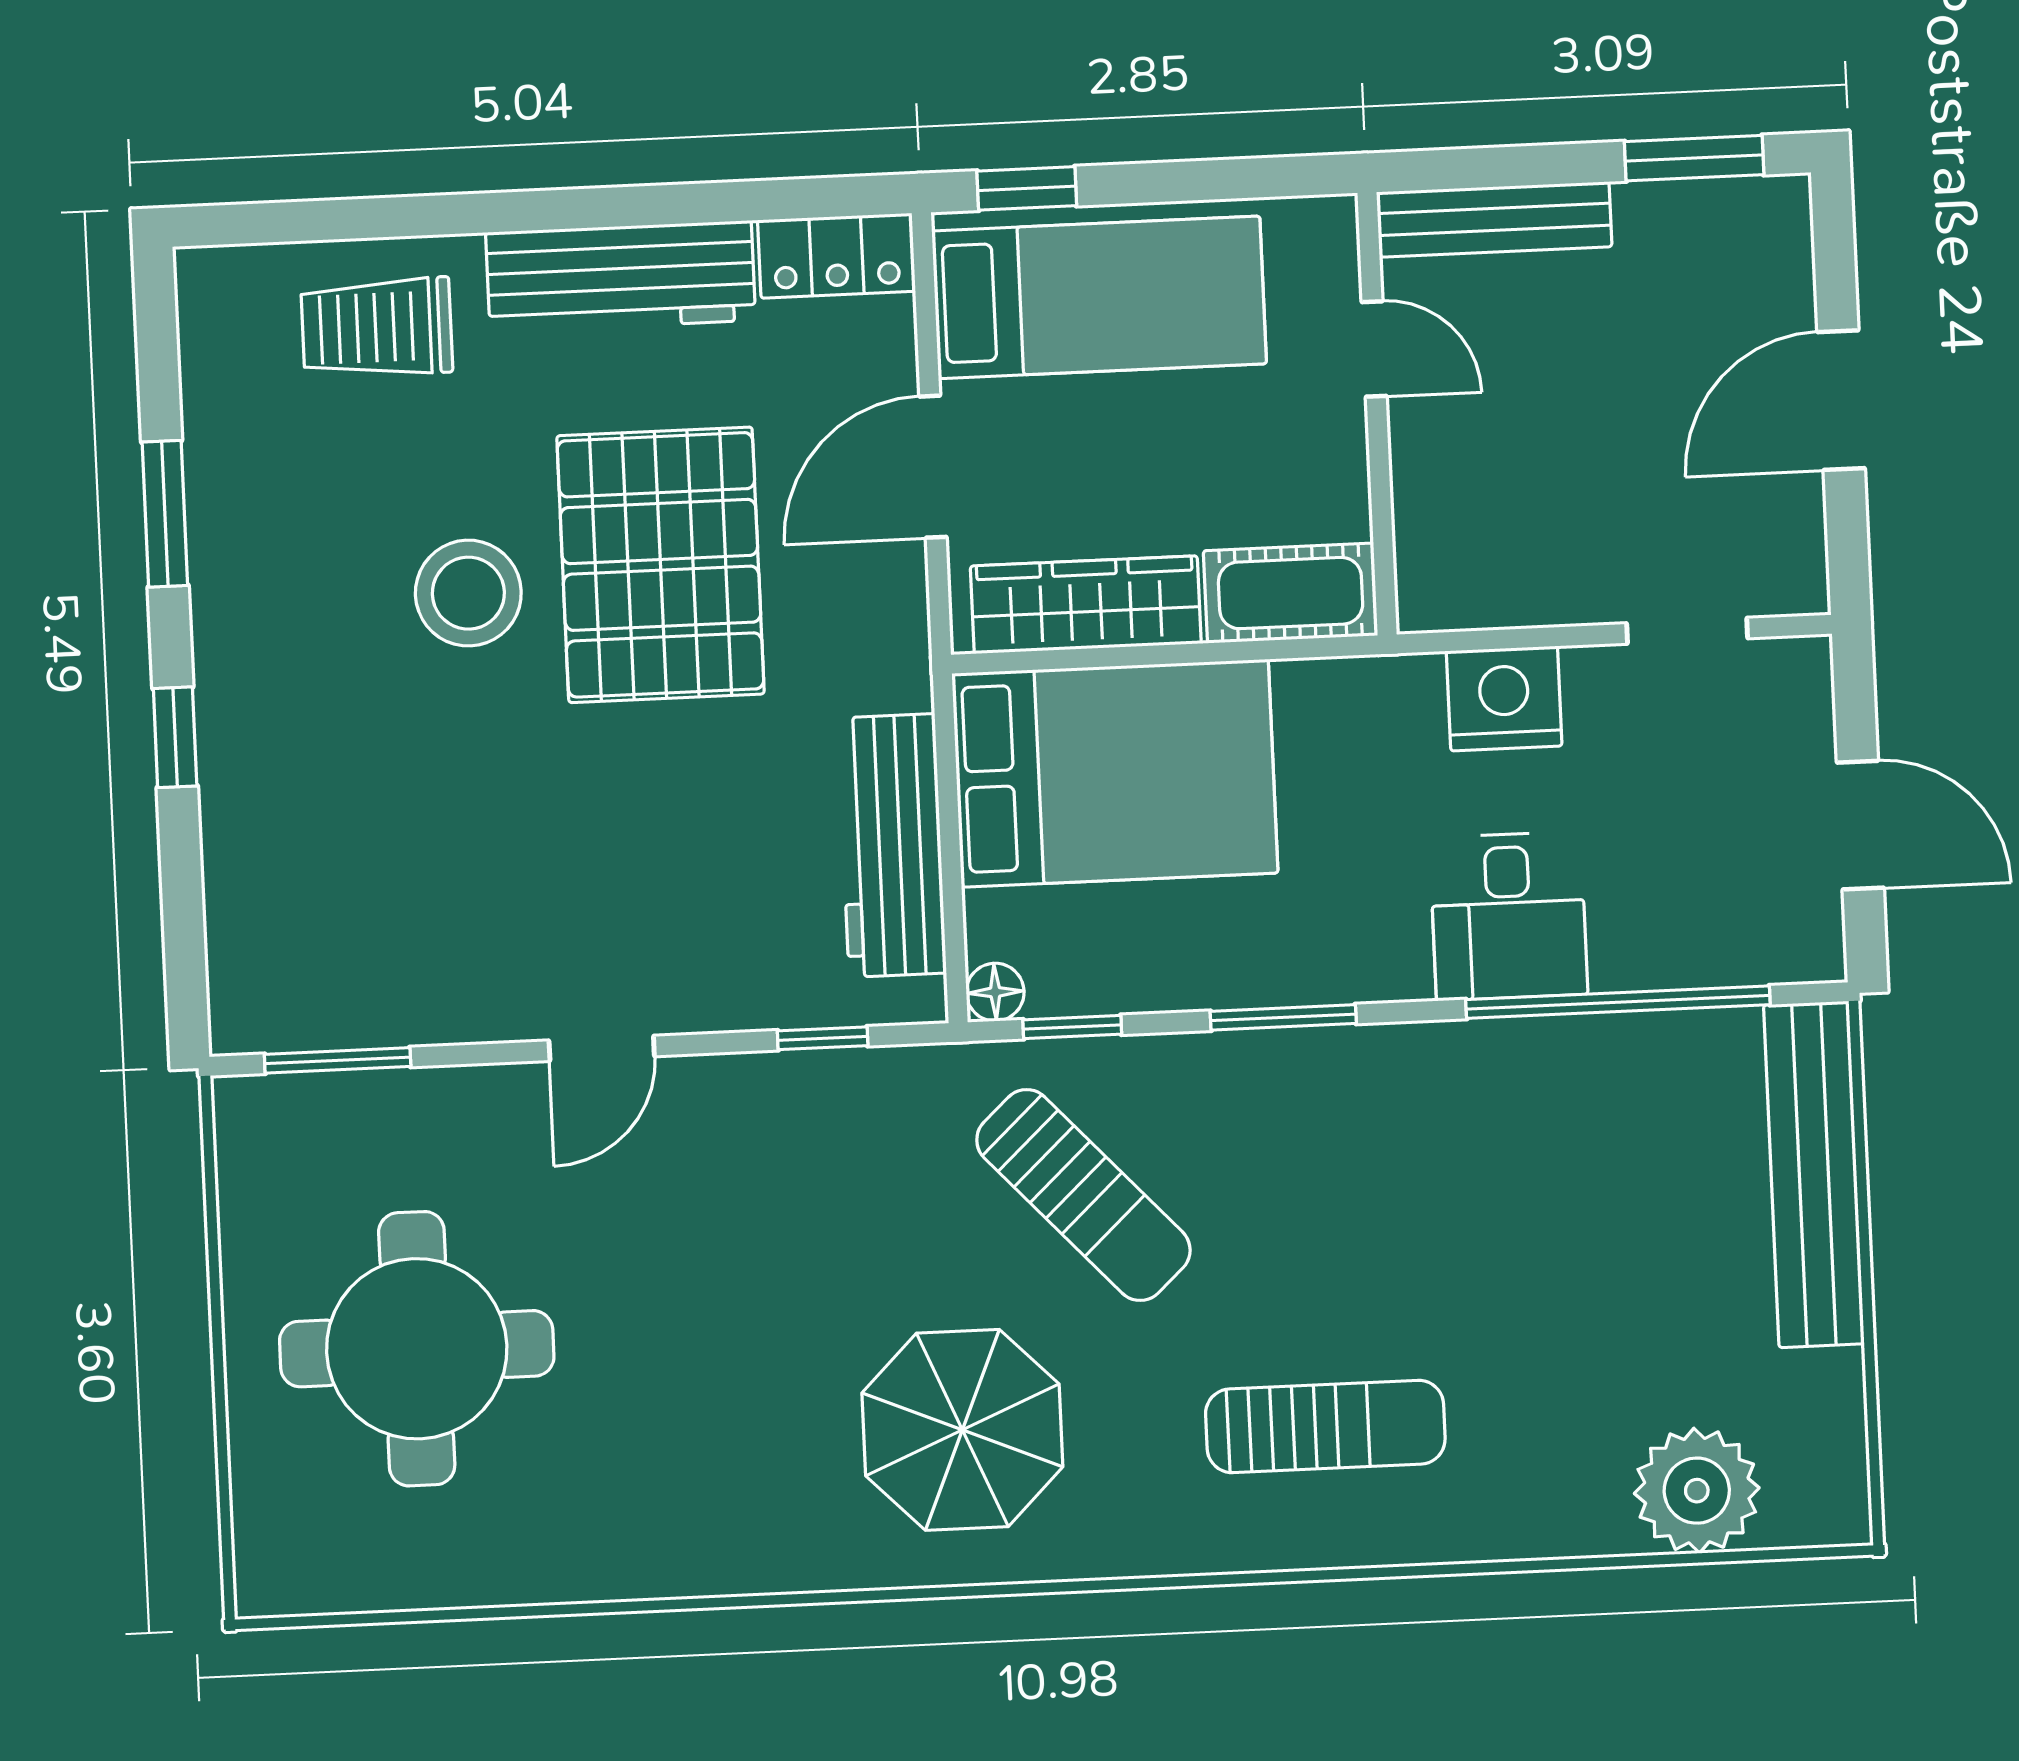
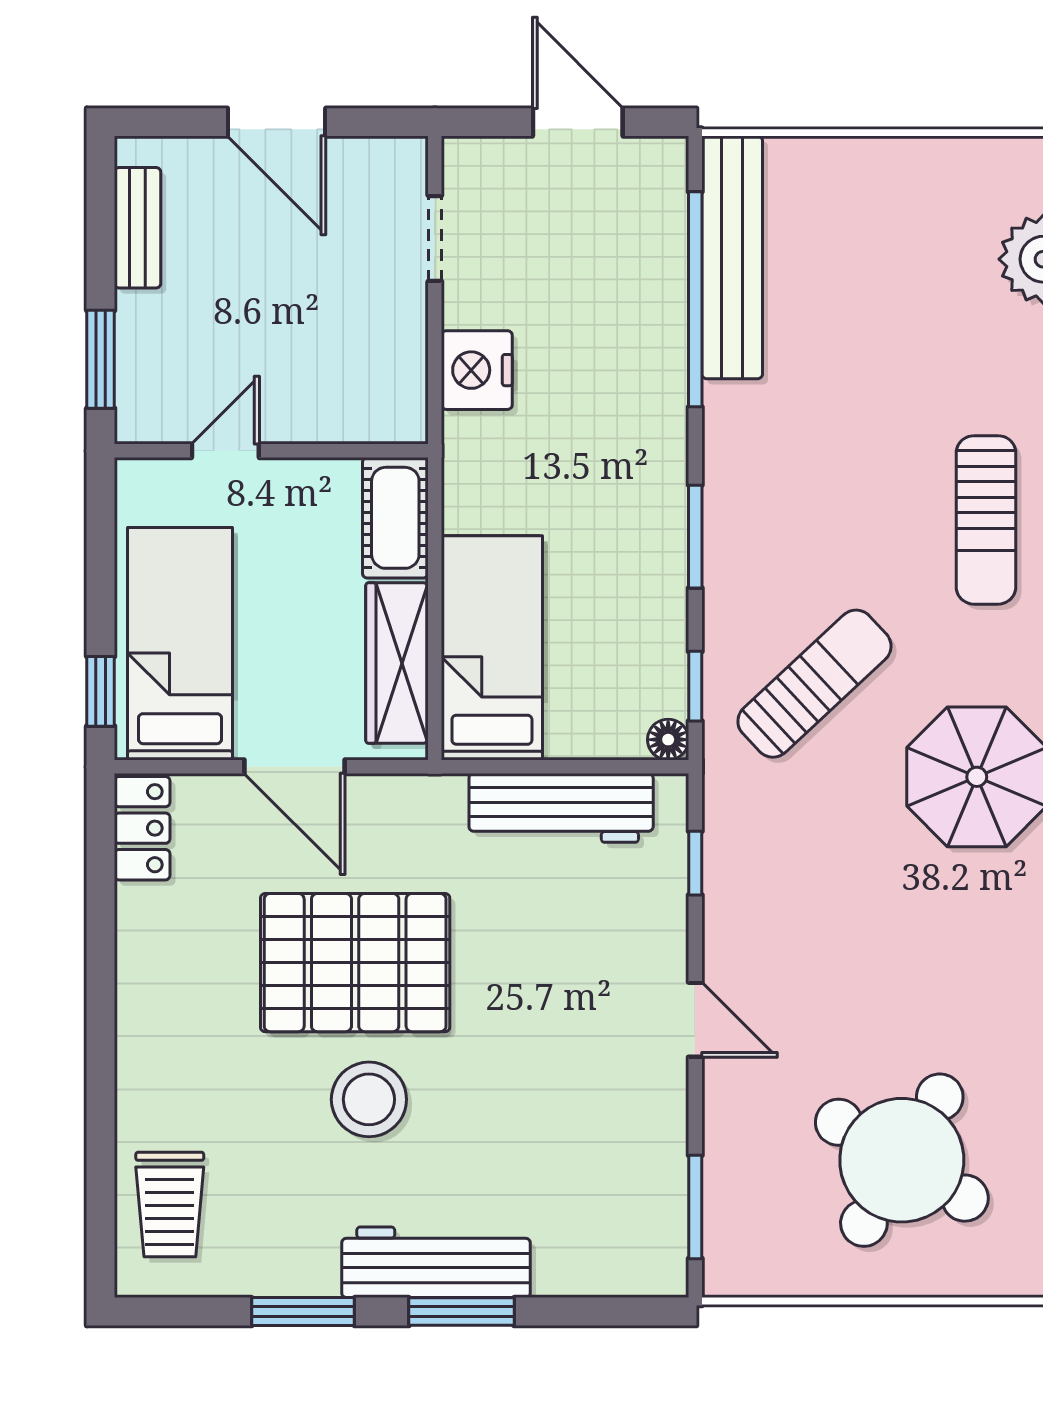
window: (1694, 158) -> (101, 359), moved
bench: (1494, 219) -> (138, 228), moved, width x0.73
workbench: (621, 276) -> (436, 1262), moved, turned -90
trolley: (377, 328) -> (170, 1205), moved
window: (175, 737) -> (462, 1312), width x1.50
bed: (1115, 773) -> (492, 648), width x0.67
door: (1860, 825) -> (578, 122), hinge flipped
desk: (1509, 916) -> (631, 374), removed
bench: (1814, 1174) -> (732, 257), moved, turned 90
round table: (417, 1349) -> (902, 1160), turned 31
sun lounger: (1325, 1426) -> (986, 520), turned 180

